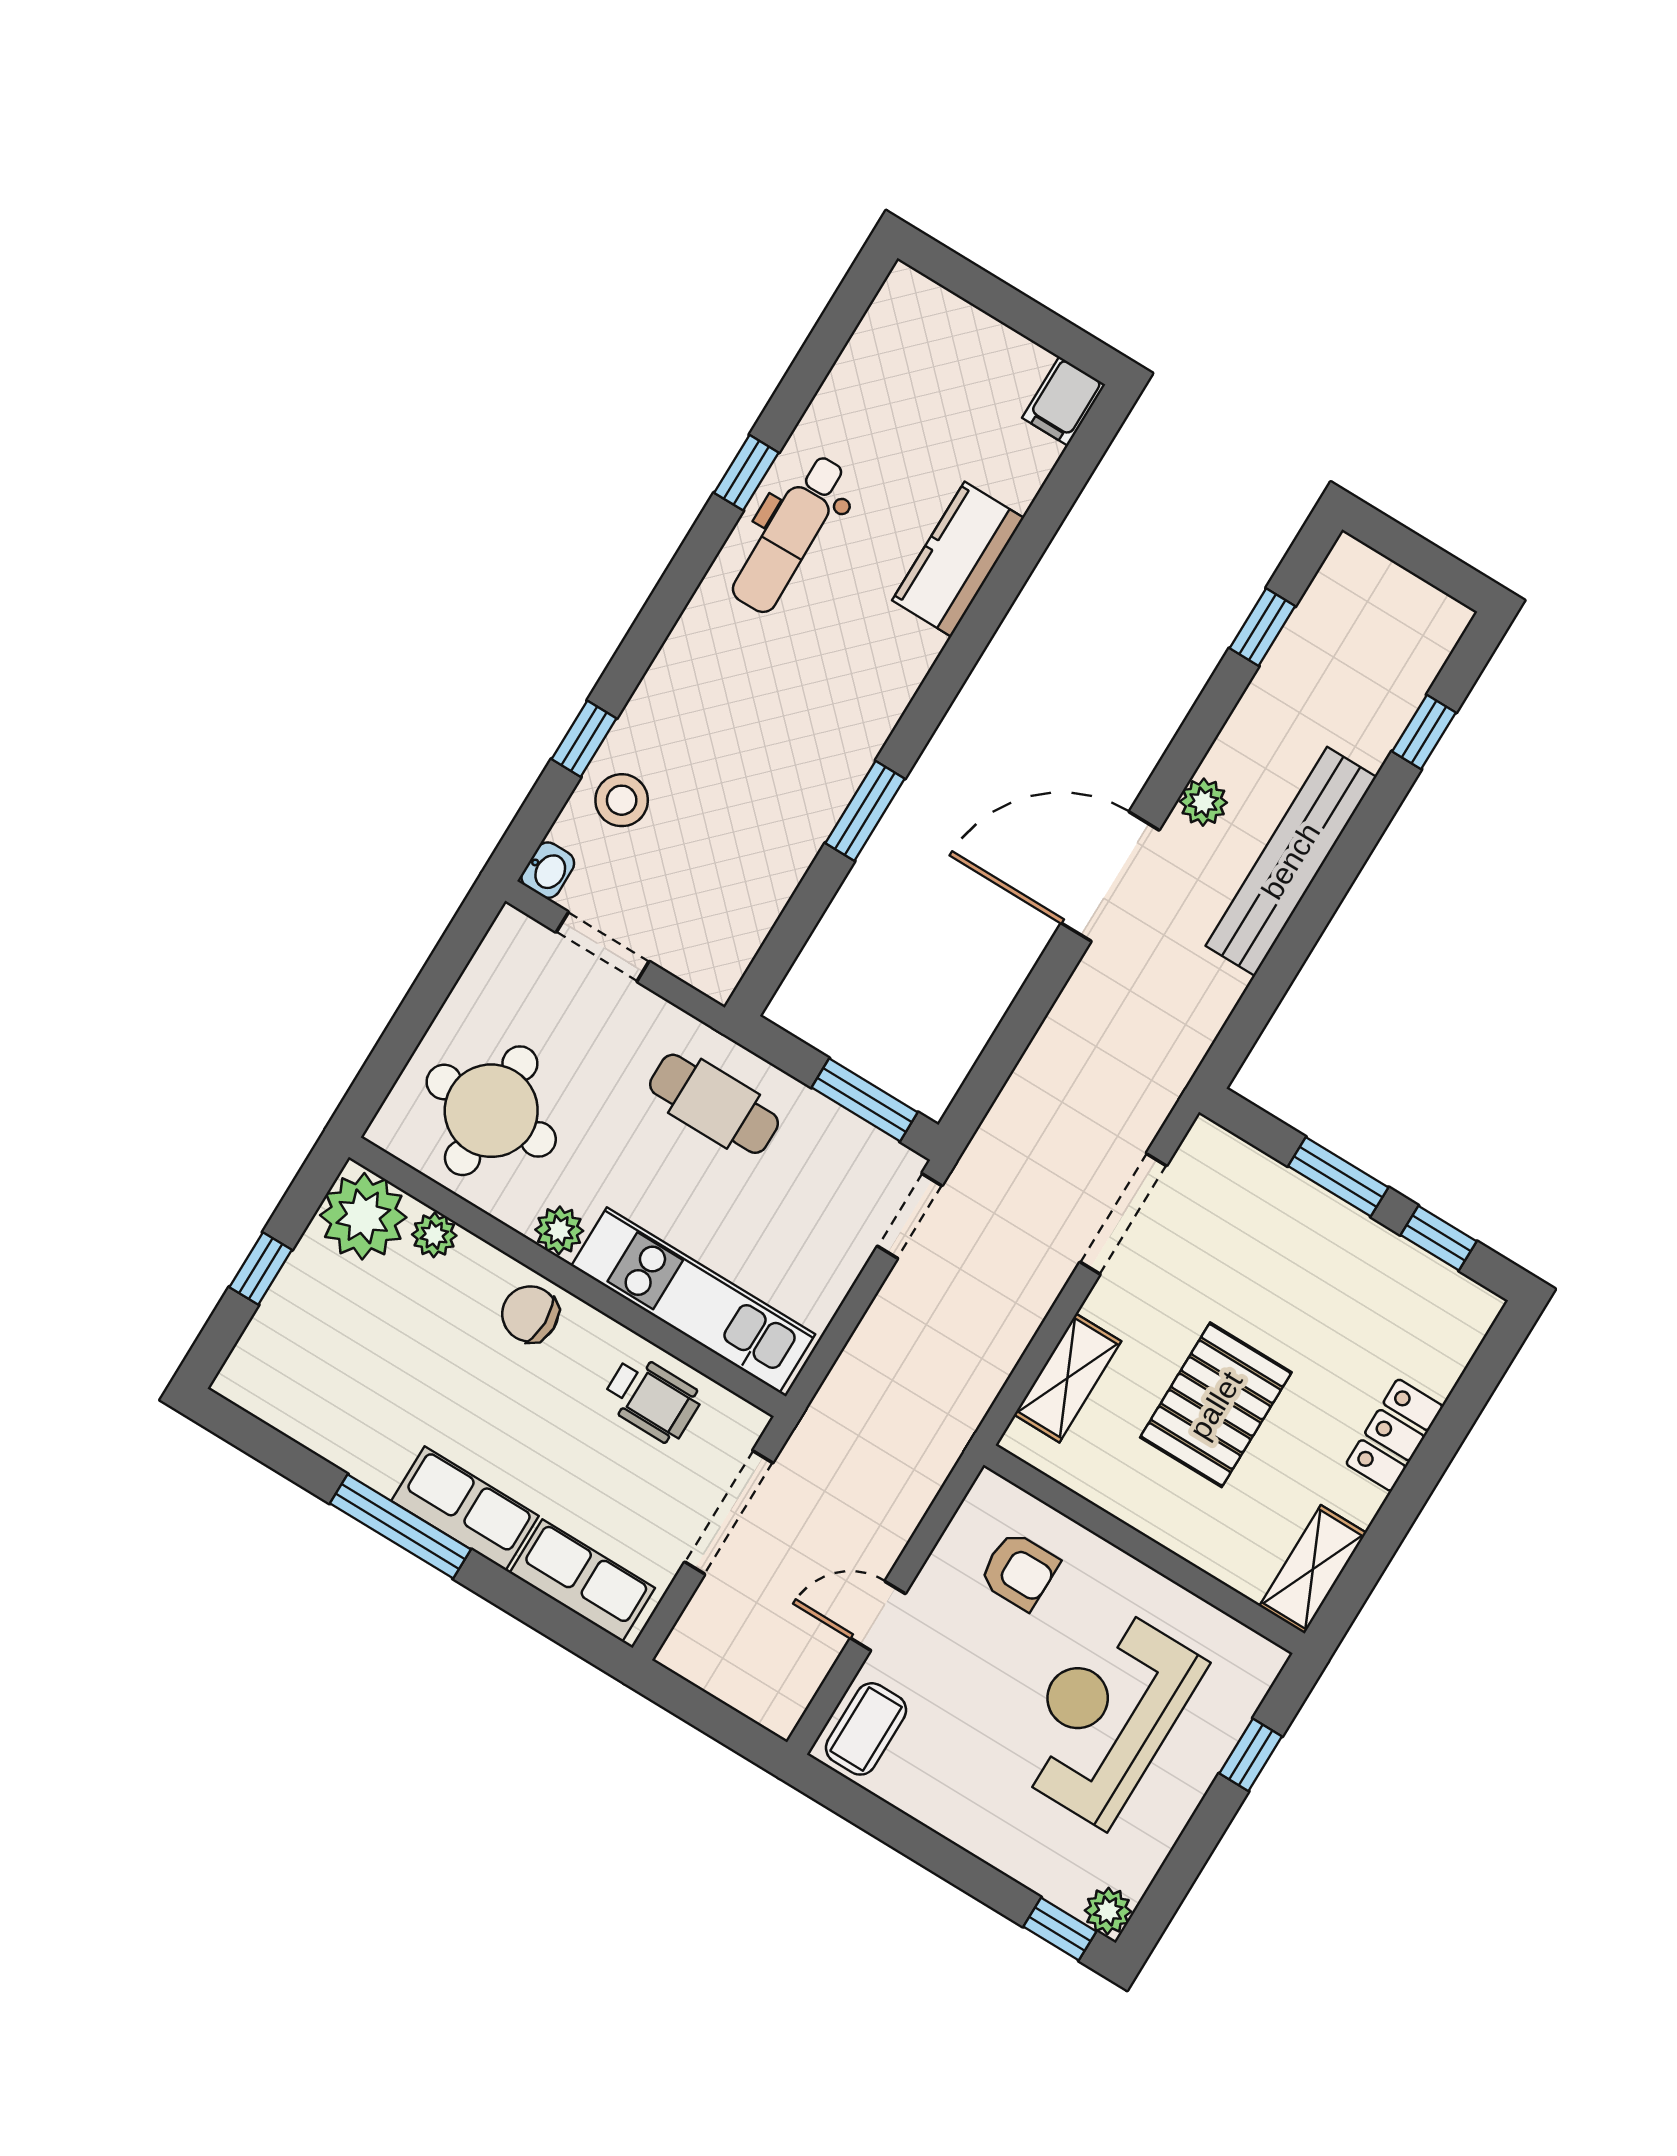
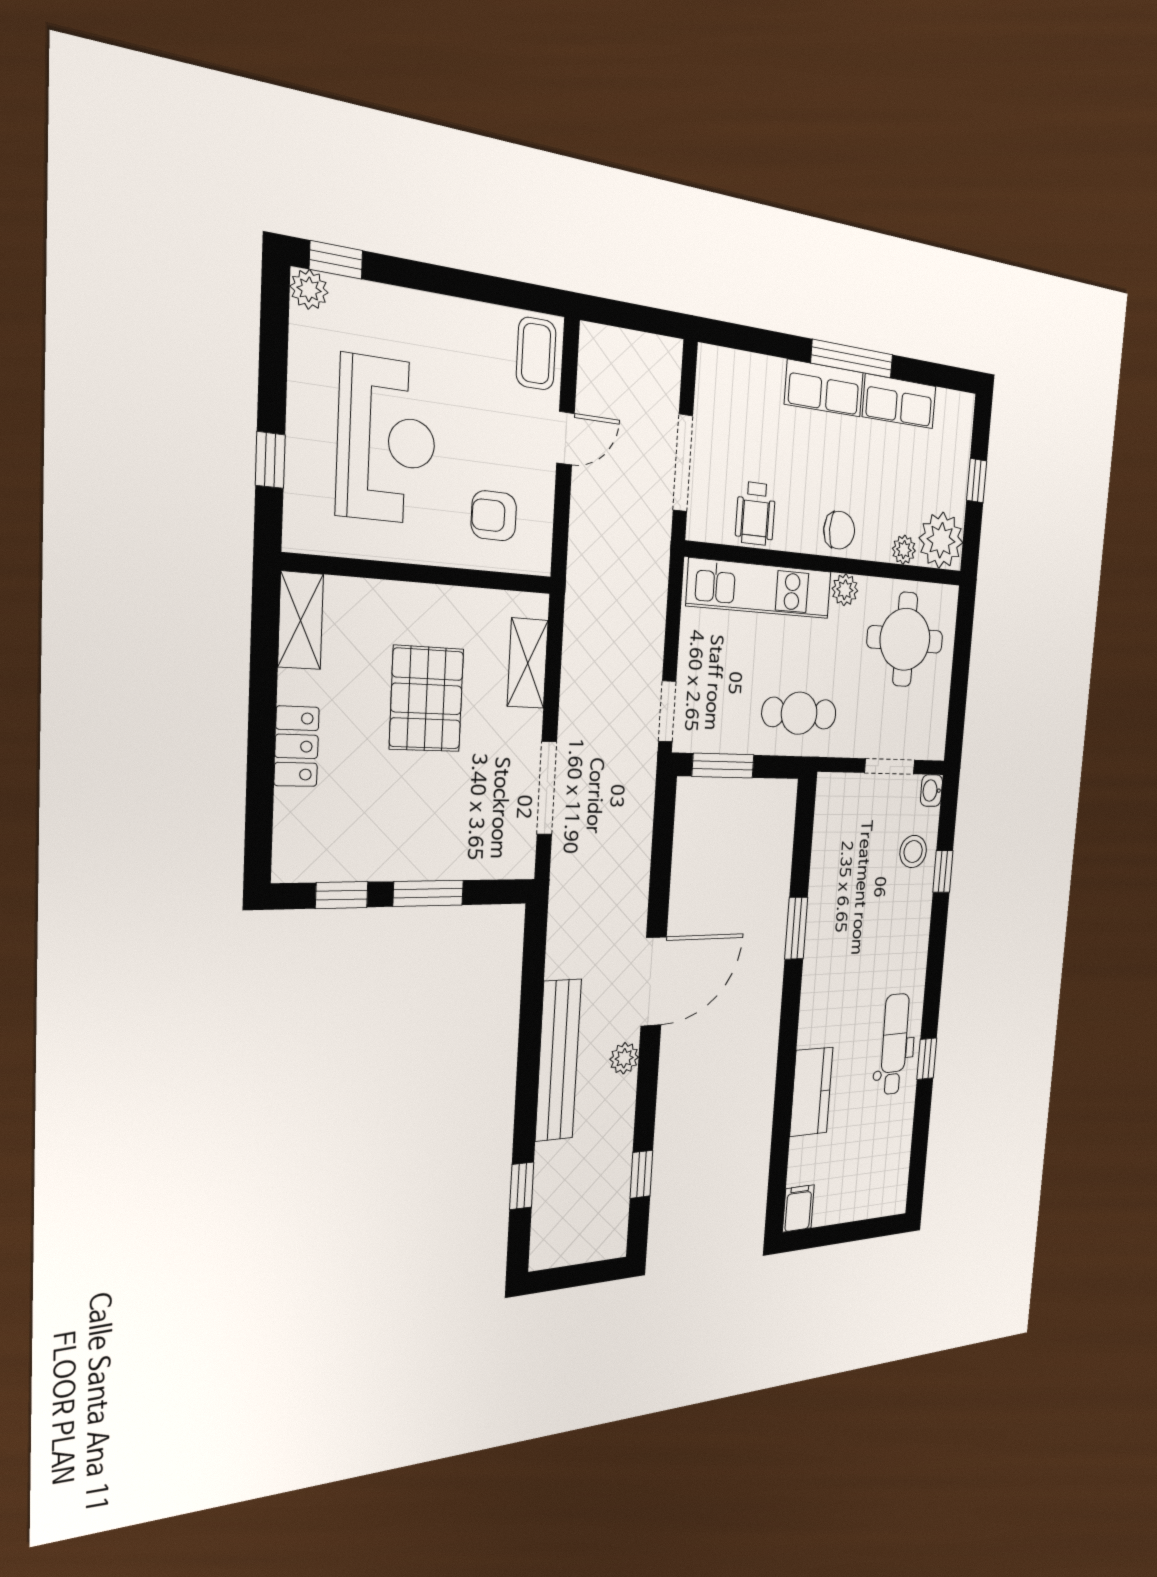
wheelchair: (652, 1399) -> (756, 514), turned -90
row of seats: (582, 1580) -> (899, 401), moved

